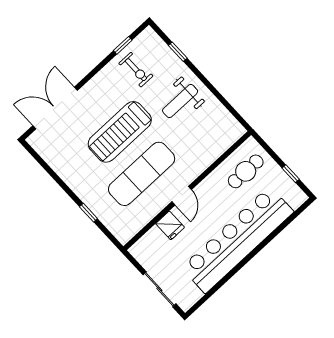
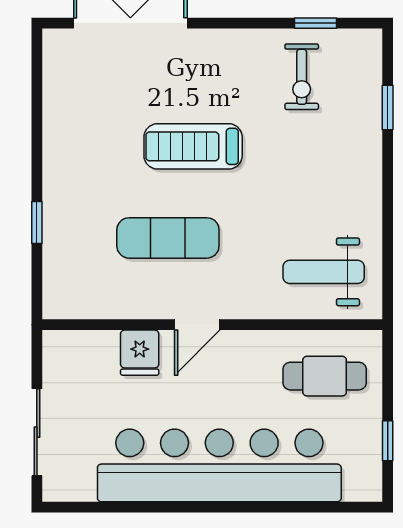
weight bench: (180, 101) -> (324, 272), moved
treadmill: (120, 132) -> (193, 146), width x0.73, depth x0.73
exercise mat: (142, 174) -> (168, 238), width x0.73, depth x0.69

